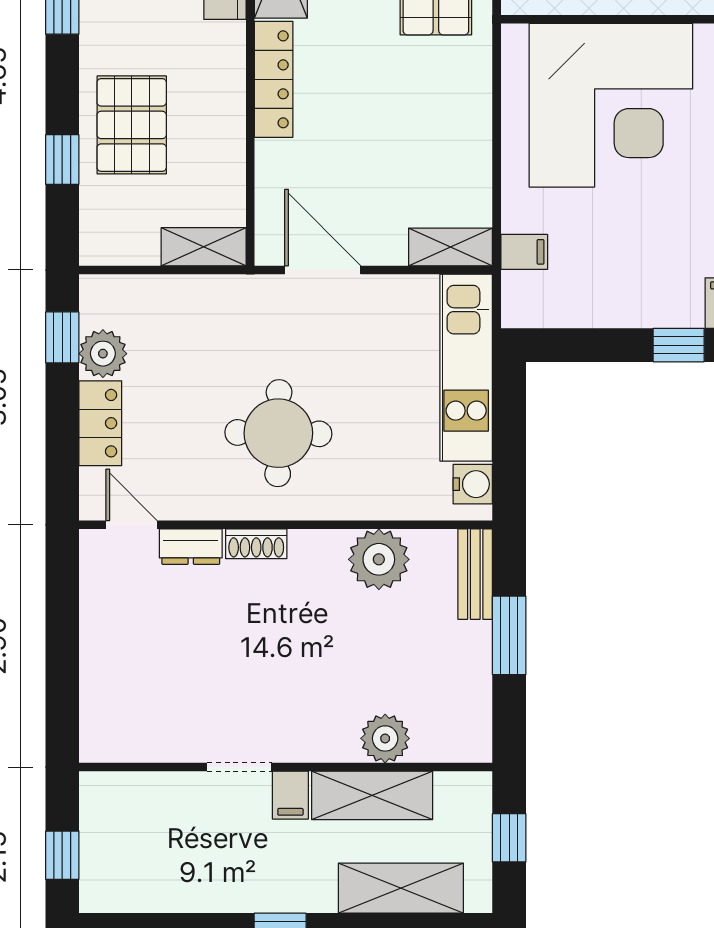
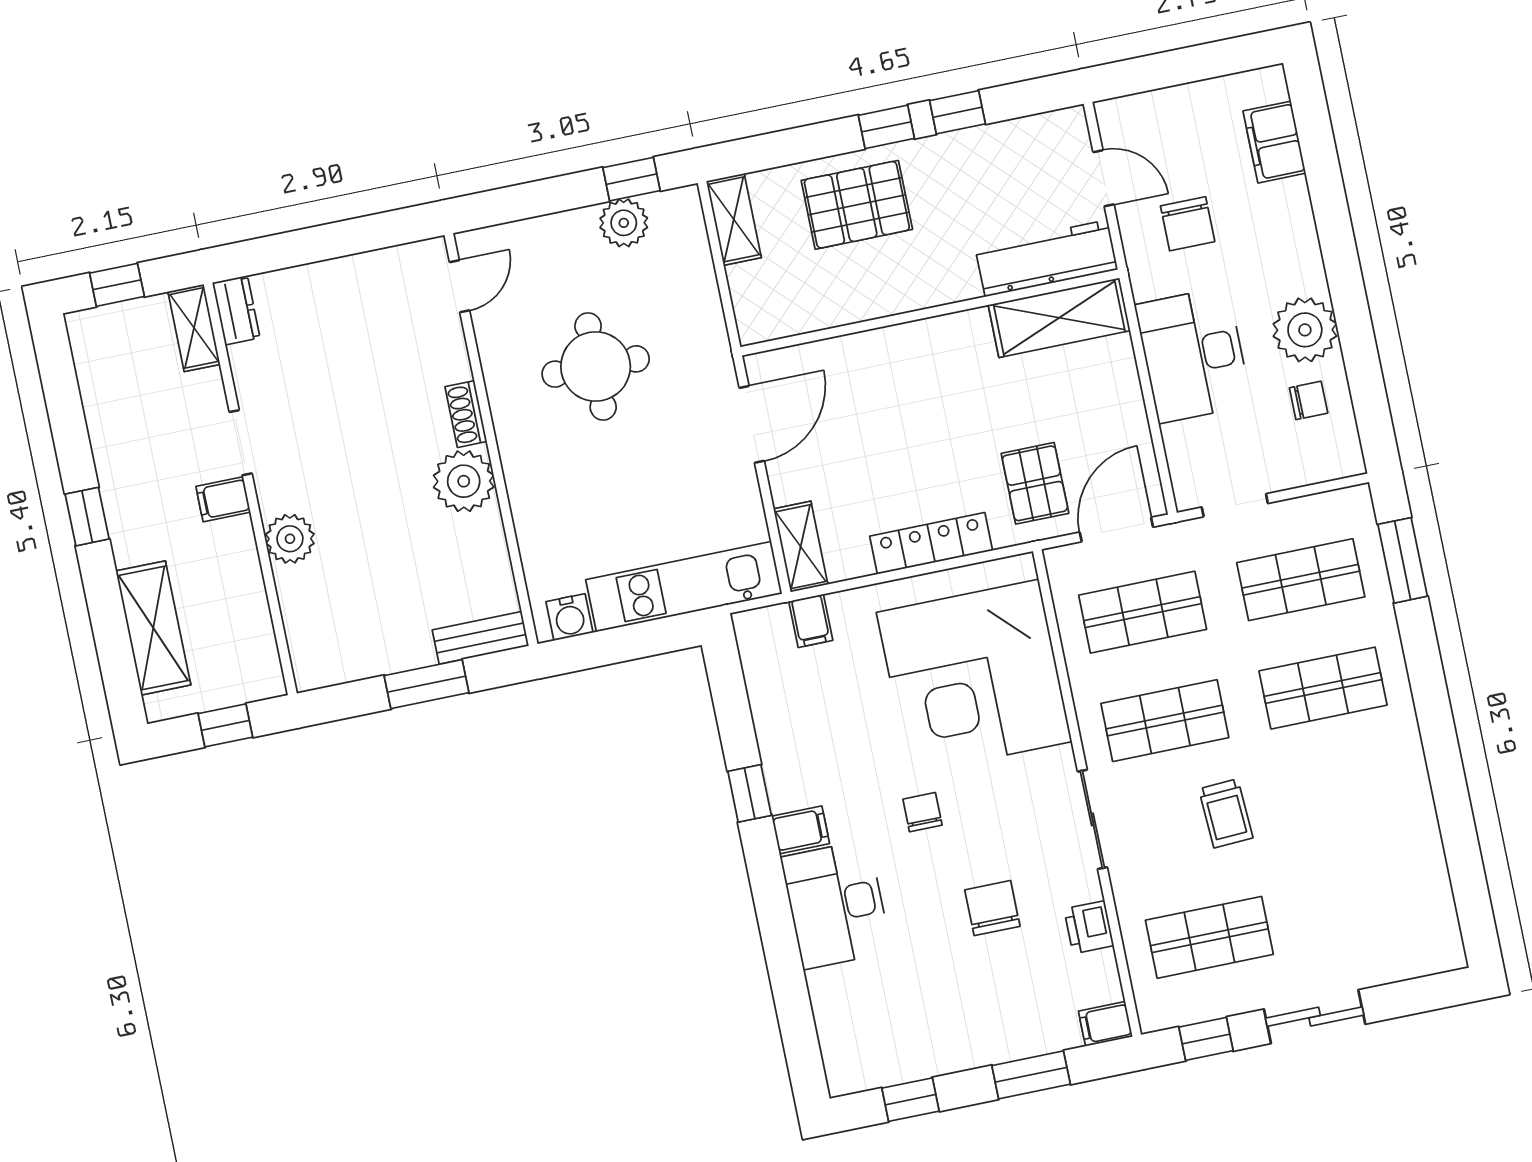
locker: (274, 79) -> (931, 543), moved, turned 180
window: (62, 160) -> (886, 127), moved
shelving: (204, 247) -> (734, 219), moved
locker: (100, 423) -> (554, 235), removed
round table: (278, 433) -> (596, 366), moved
dresser: (191, 547) -> (236, 310), moved, turned 180
plant: (379, 559) -> (464, 481), moved
plant: (385, 738) -> (290, 539), moved
shelving: (372, 795) -> (194, 328), moved, width x0.67, depth x0.75

